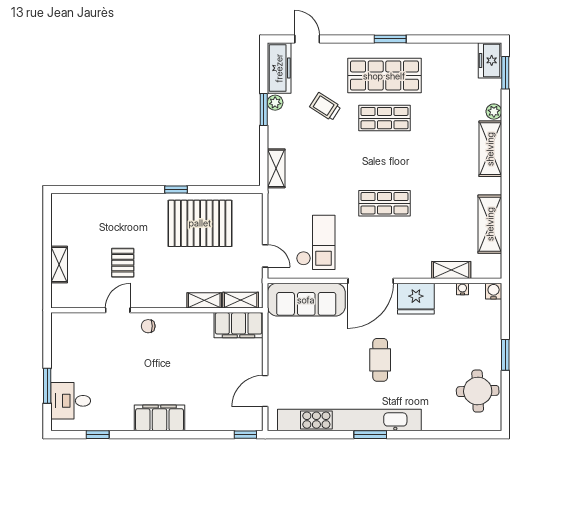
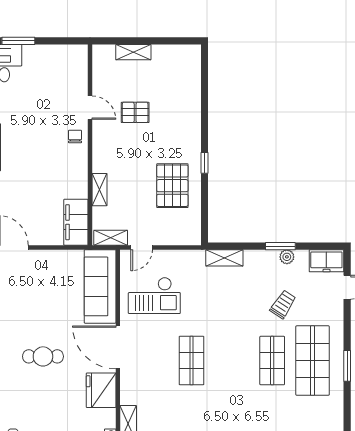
freezer: (279, 68) -> (326, 261), width x0.71
pallet: (200, 223) -> (172, 186), width x0.73, depth x0.71
shelving: (241, 300) -> (111, 238), moved, turned 90

